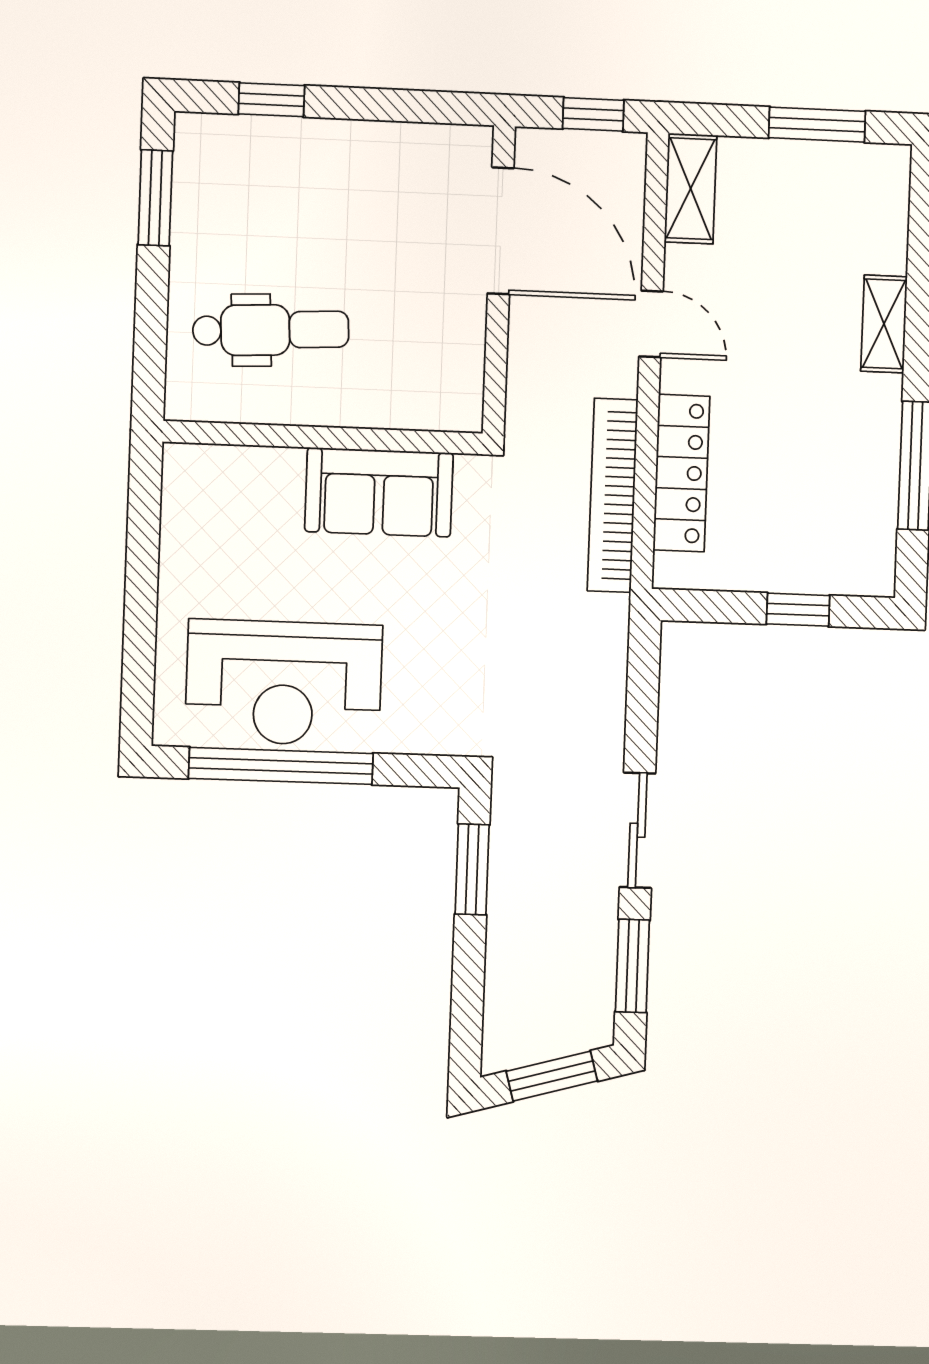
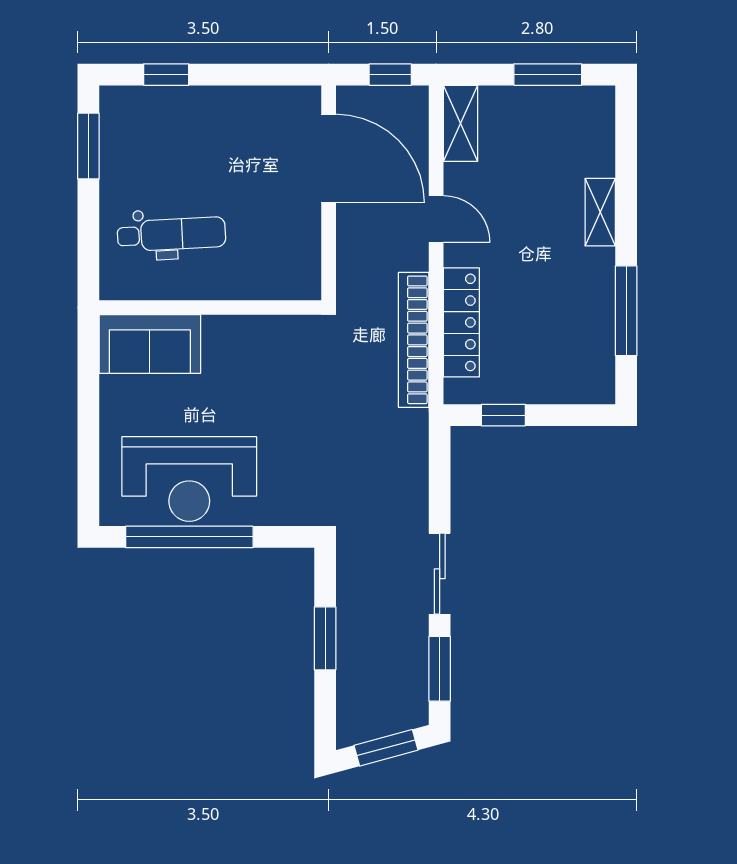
sofa: (379, 492) -> (150, 344), moved
window: (798, 610) -> (503, 415), moved
window: (472, 869) -> (325, 638), moved

